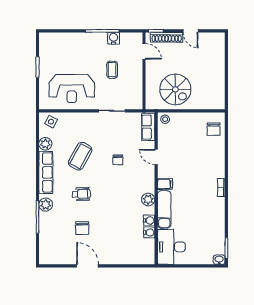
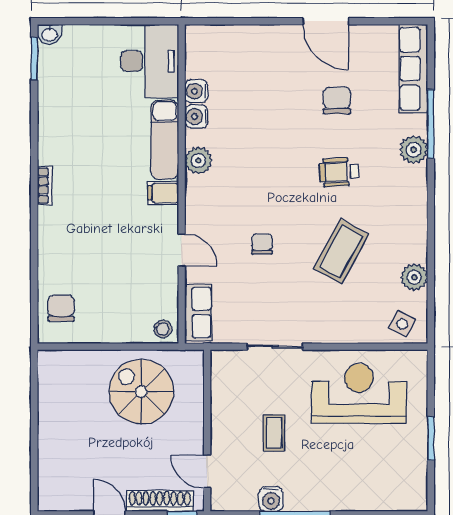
row of seats: (46, 172) -> (413, 69), moved

